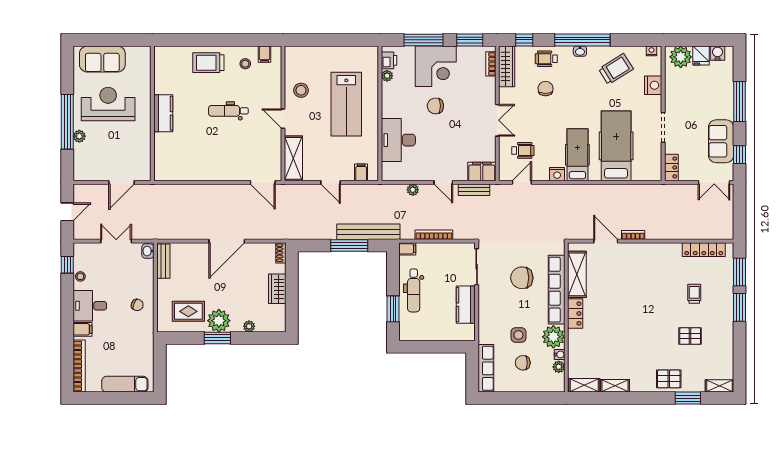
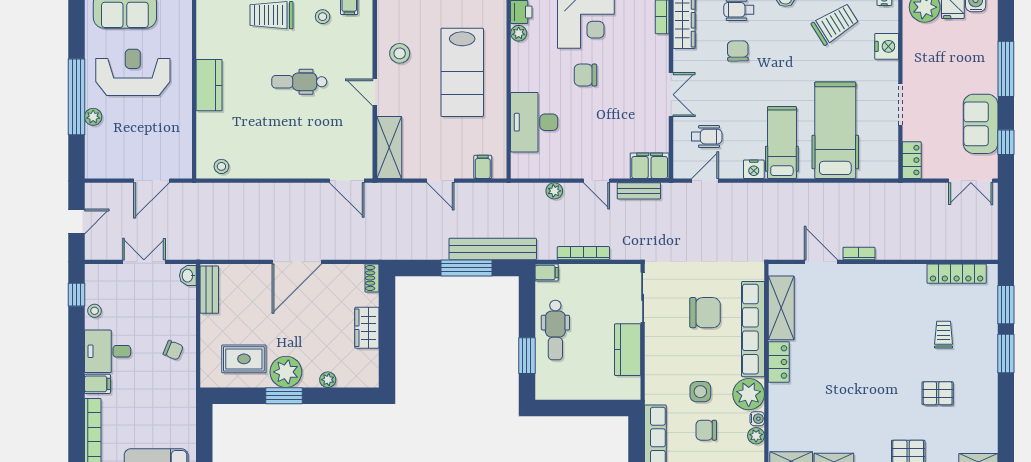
stool: (172, 172) -> (221, 166), added
chair: (522, 278) -> (705, 313), turned 180

